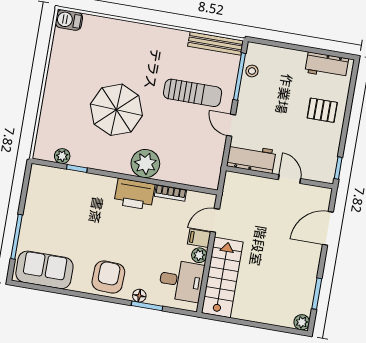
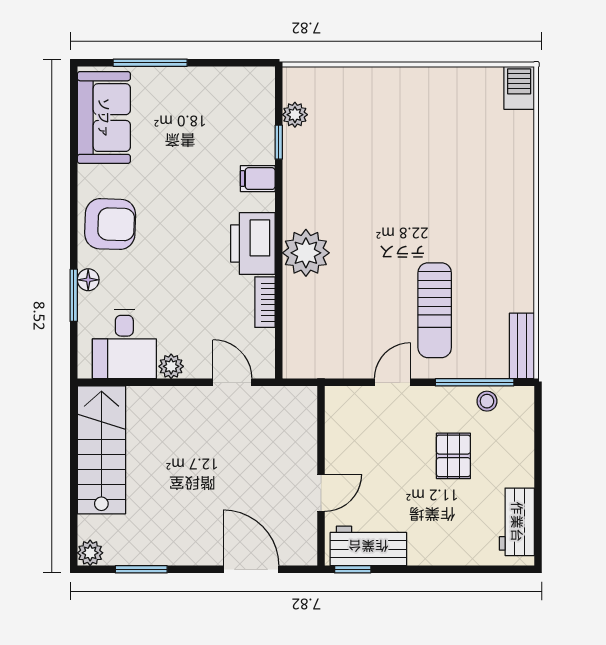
bench: (216, 43) -> (522, 346), width x0.73
parasol: (116, 110) -> (386, 190), removed
pallet: (322, 110) -> (453, 456), moved
workbench: (251, 158) -> (368, 546), moved, turned -90
filing cabinet: (199, 238) -> (258, 179), moved, turned -90
stairs: (222, 277) -> (101, 450), moved, turned -90

